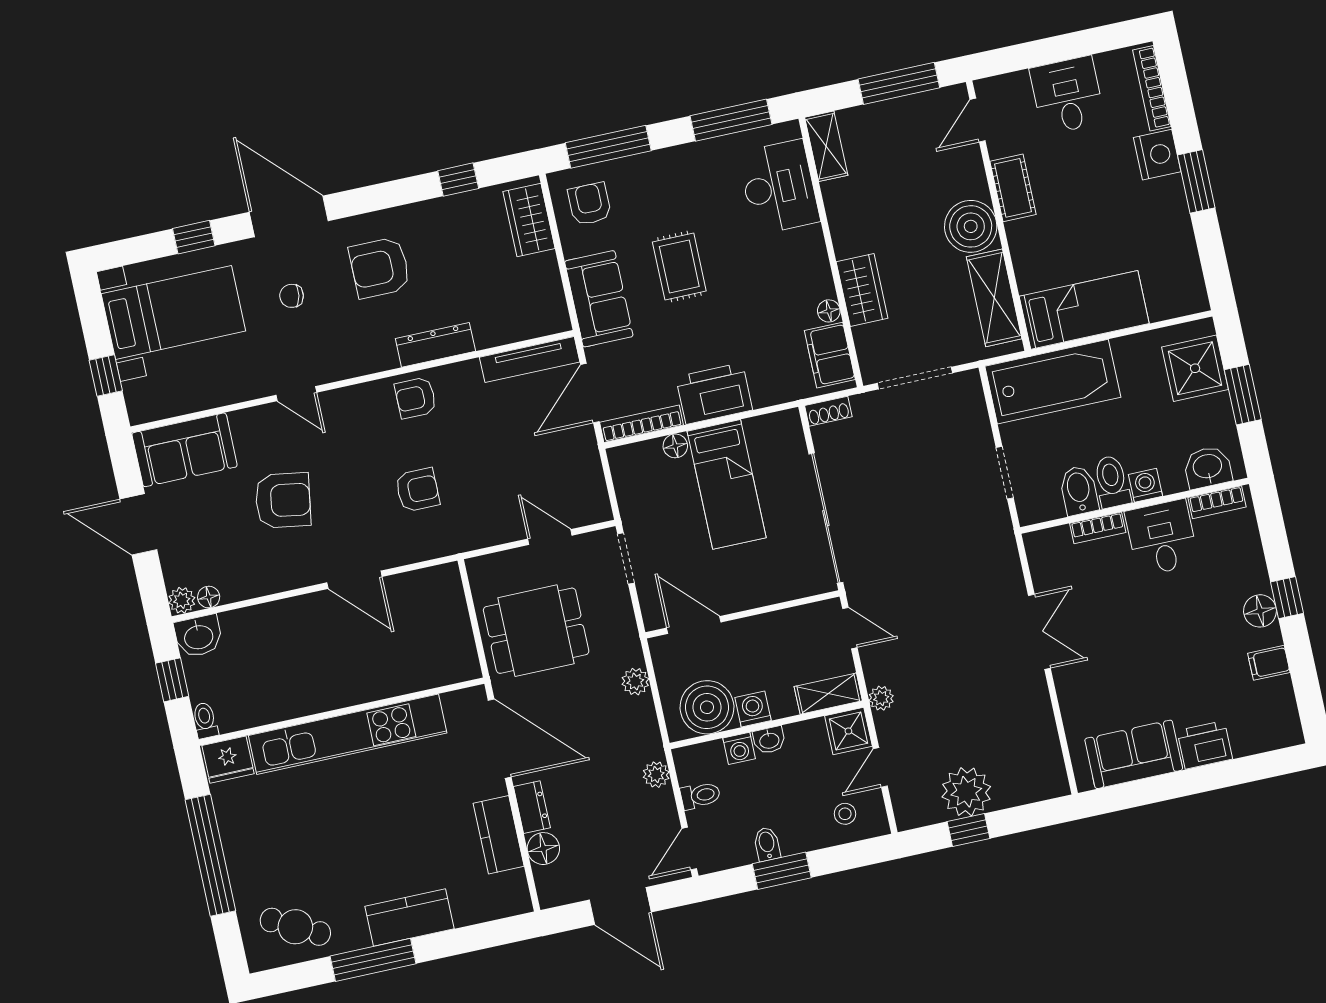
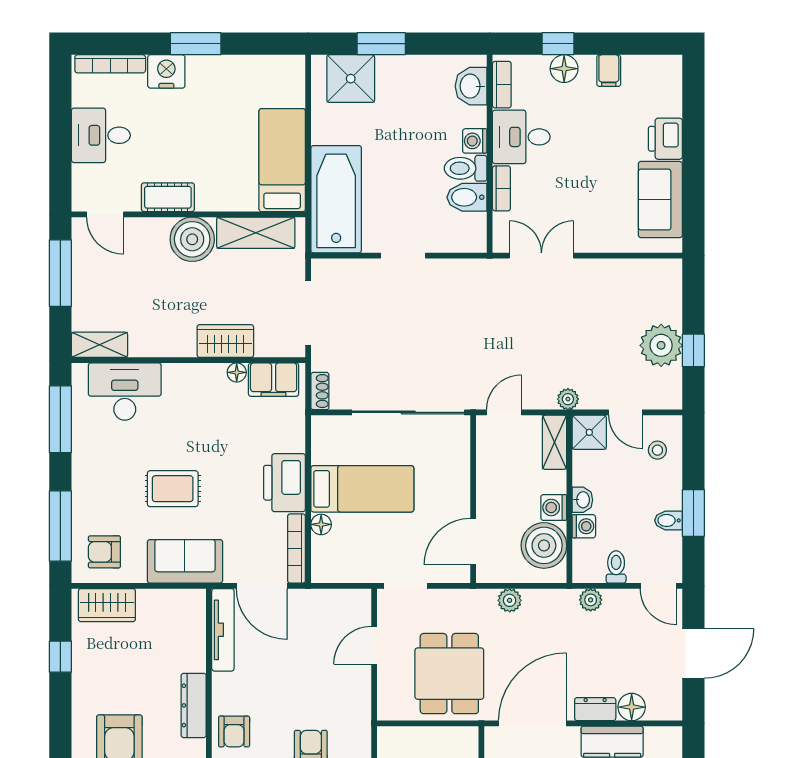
washbasin: (1208, 467) -> (471, 86), moved
toilet: (1112, 482) -> (466, 168), moved
washing machine: (1146, 485) -> (475, 141), moved
bidet: (1079, 490) -> (467, 197), moved
bookcase: (1217, 502) -> (502, 85), moved
wall: (1134, 506) -> (490, 154), moved
bookcase: (1098, 528) -> (501, 188), moved
desk: (1162, 538) -> (521, 137), moved

